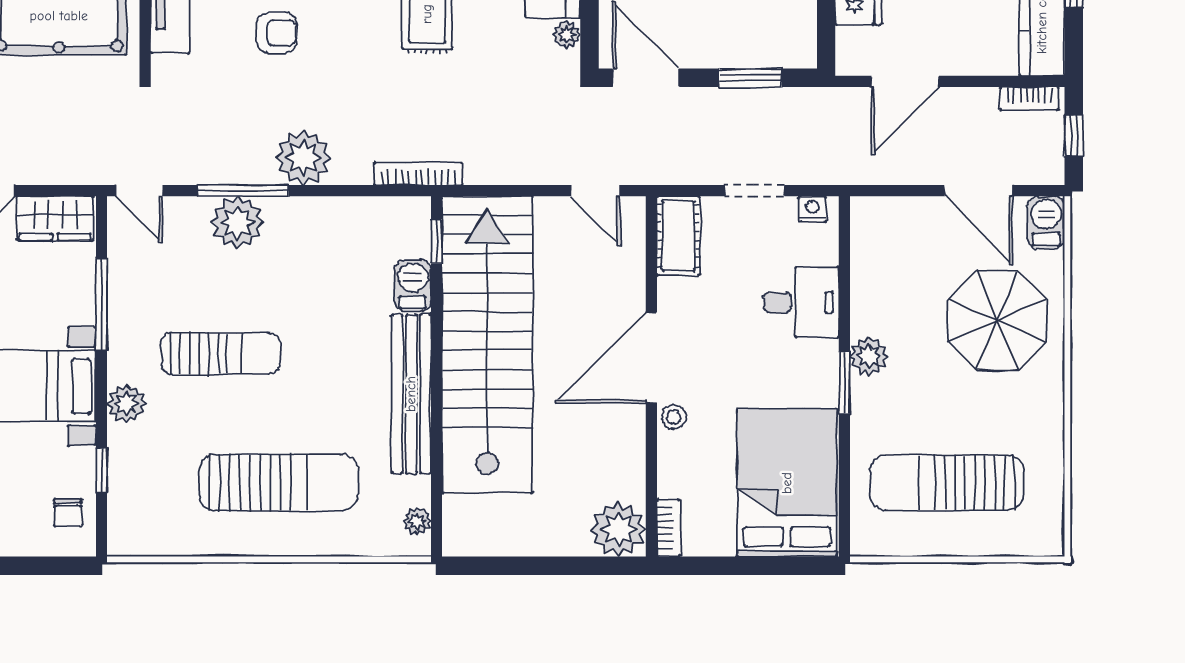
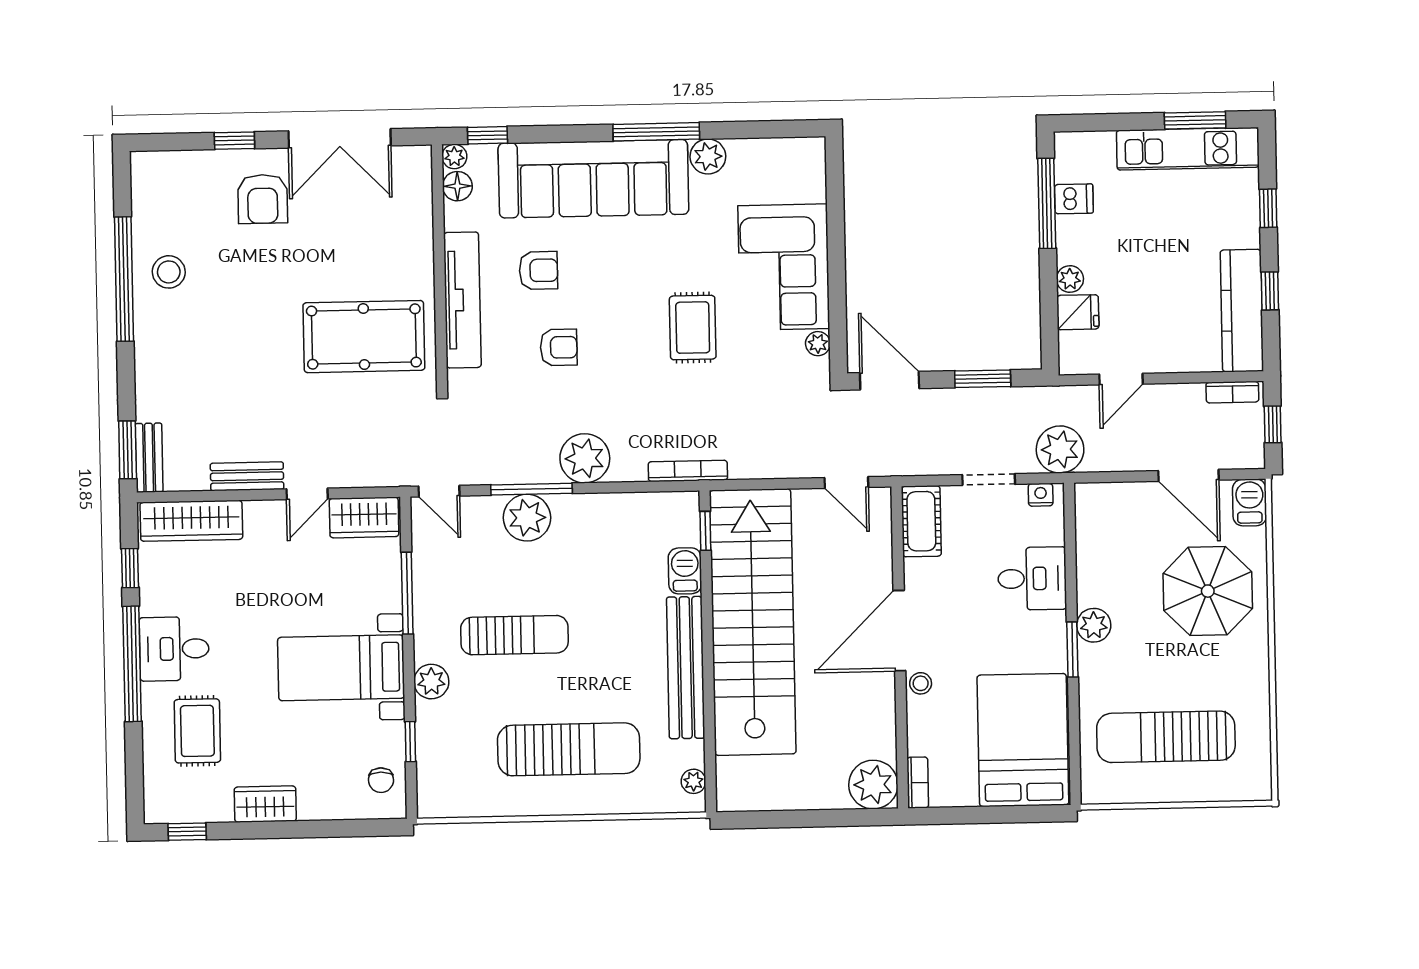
door: (905, 81) -> (1121, 379), width x0.73
plant: (835, 159) -> (1060, 449), added

